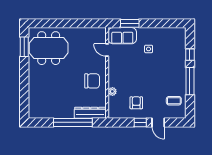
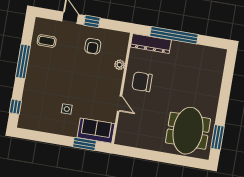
meeting table: (49, 48) -> (188, 131), turned 90
door: (107, 50) -> (120, 104), moved
window: (190, 55) -> (15, 107), moved

